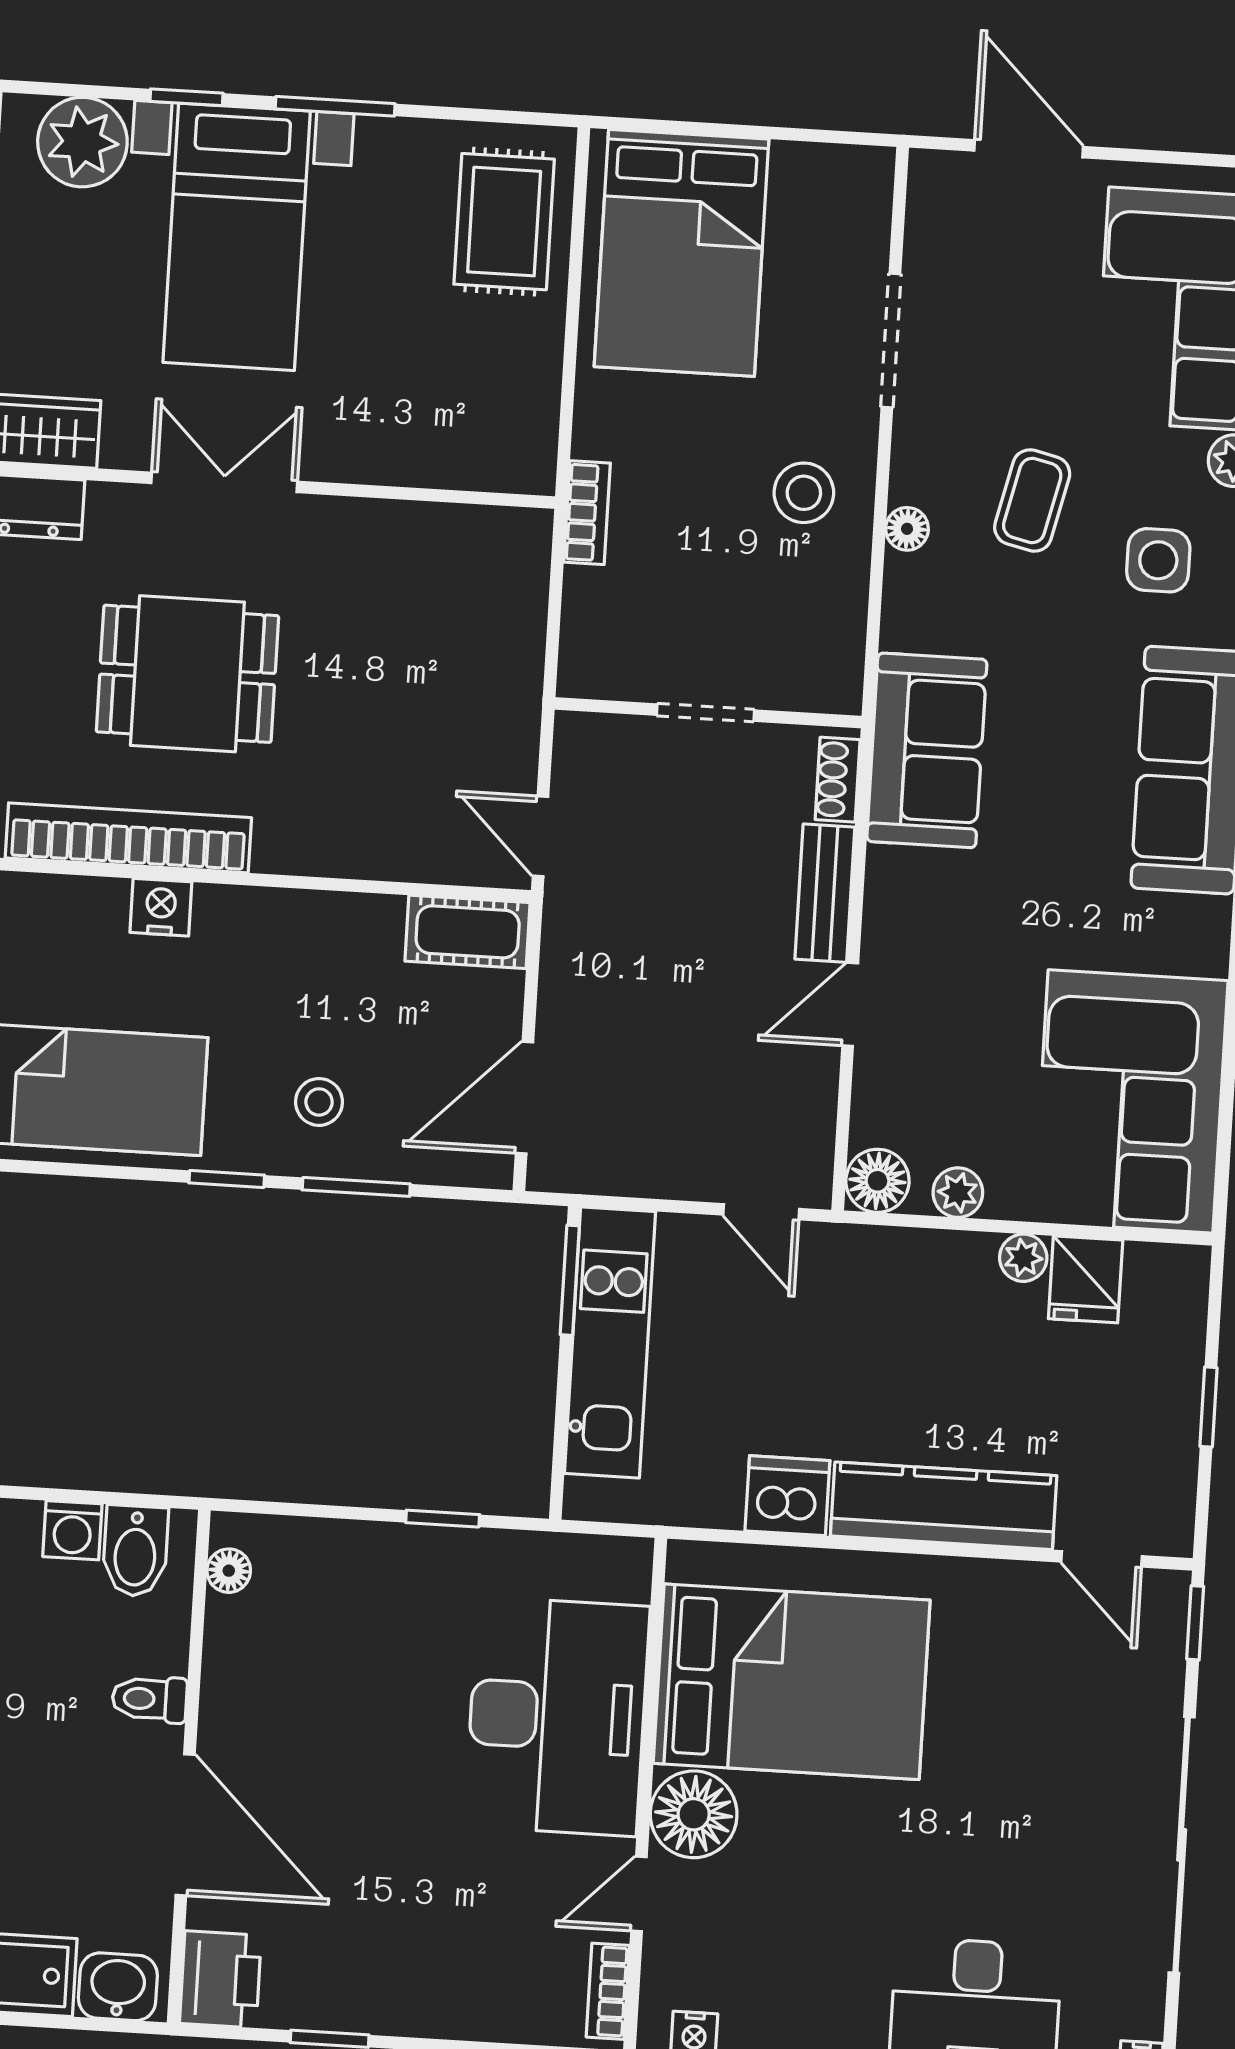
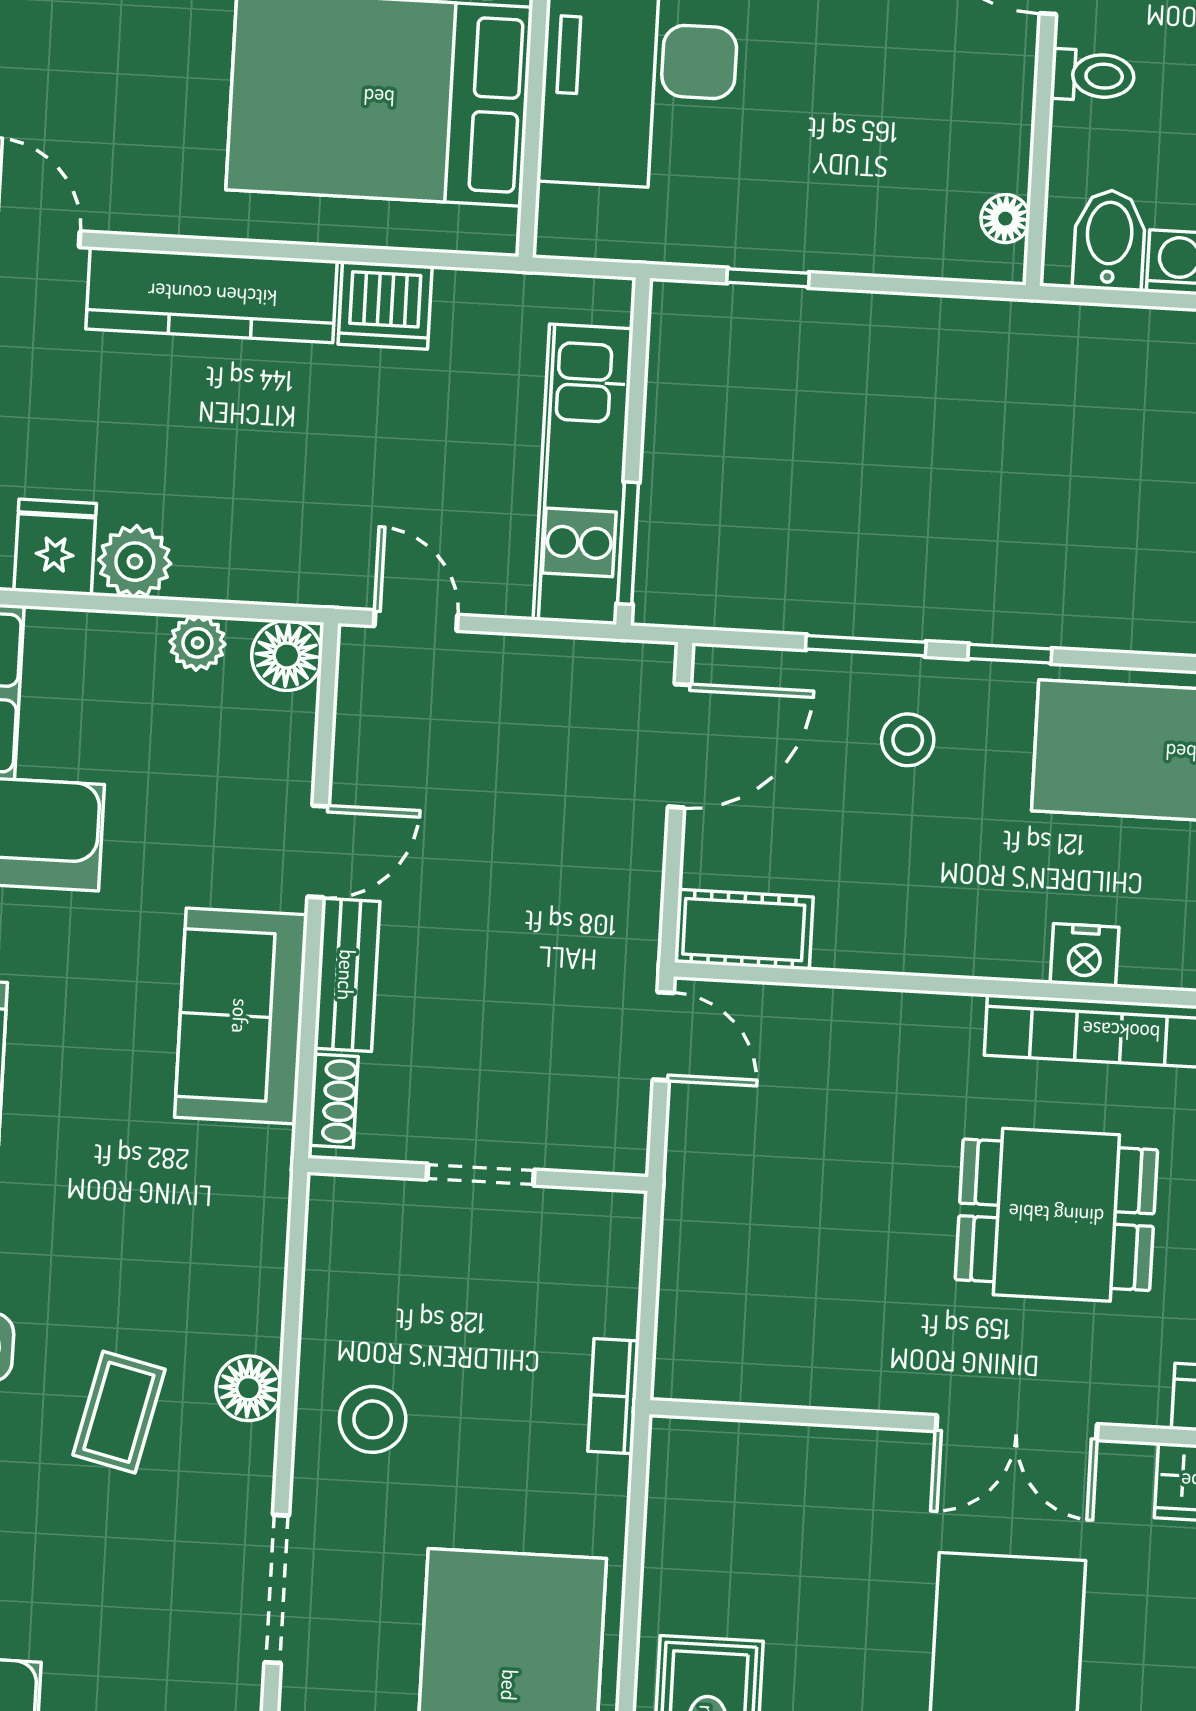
floor lamp: (907, 529) -> (249, 1388), width x1.37, depth x1.37
sofa: (927, 750) -> (241, 1016), moved
plant: (1023, 1258) -> (135, 562), width x1.38, depth x1.38

